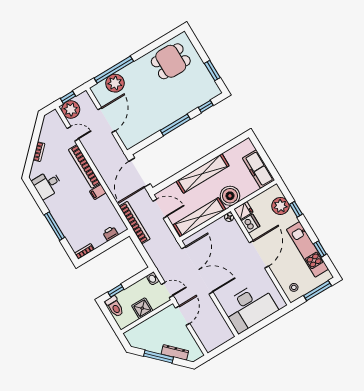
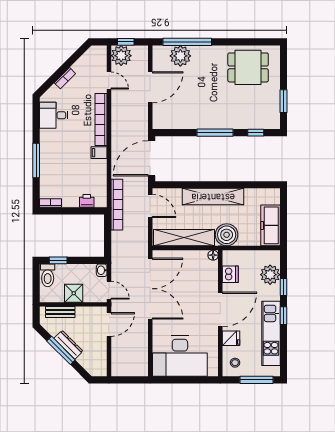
fridge: (243, 211) -> (231, 338), moved
window: (320, 249) -> (283, 316), moved
bench: (141, 328) -> (60, 312), added
dresser: (175, 352) -> (68, 345), moved

